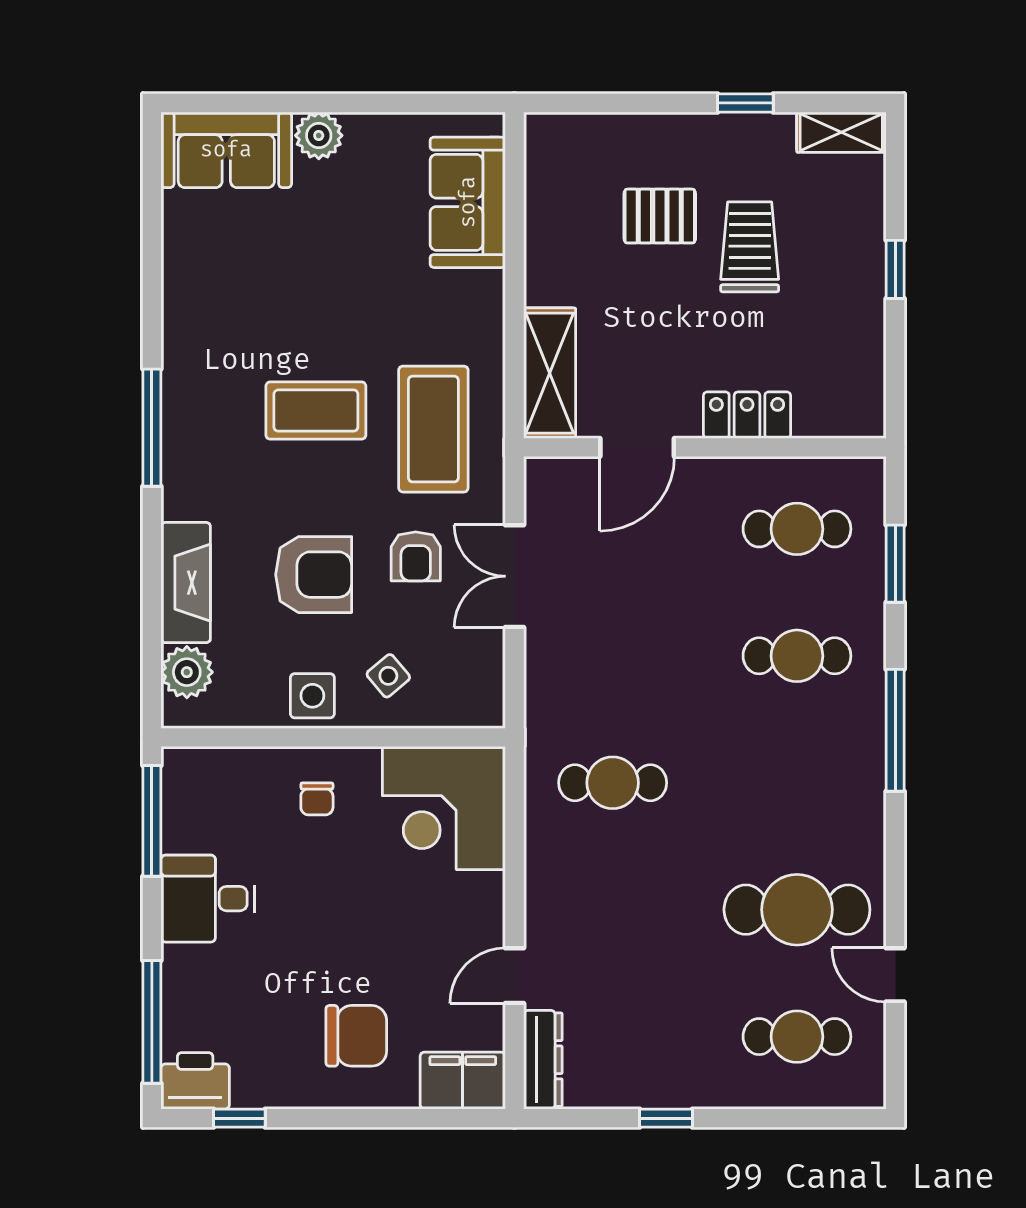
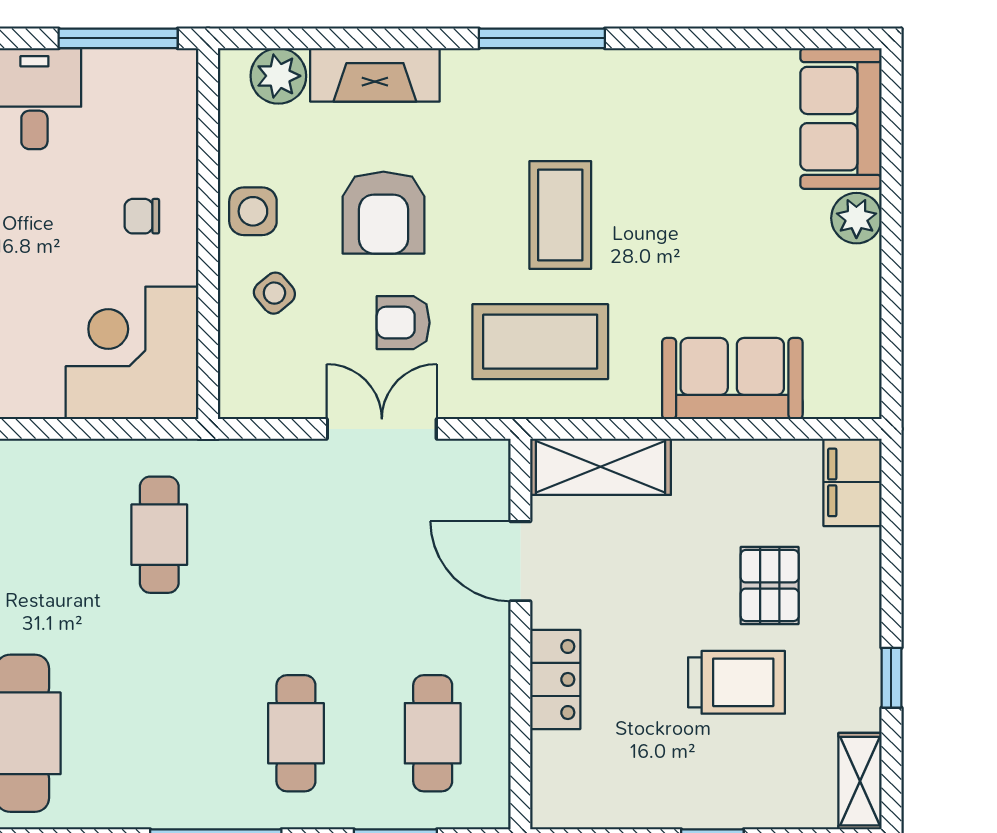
filing cabinet: (564, 139) -> (853, 482), added
sofa: (468, 202) -> (732, 379), moved

